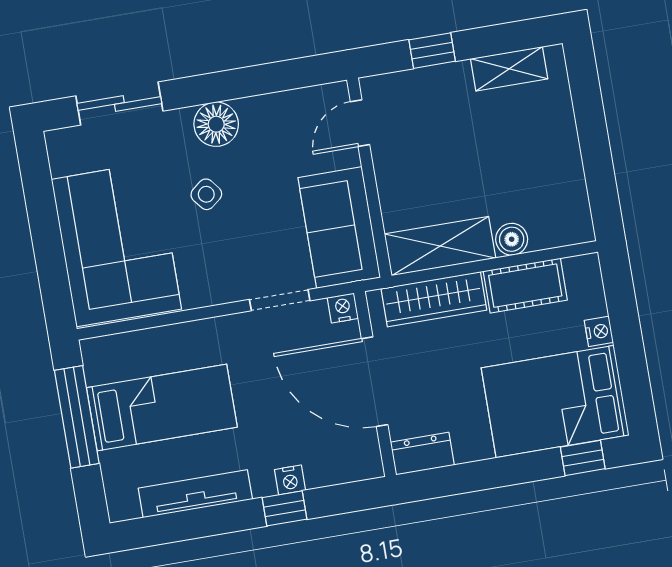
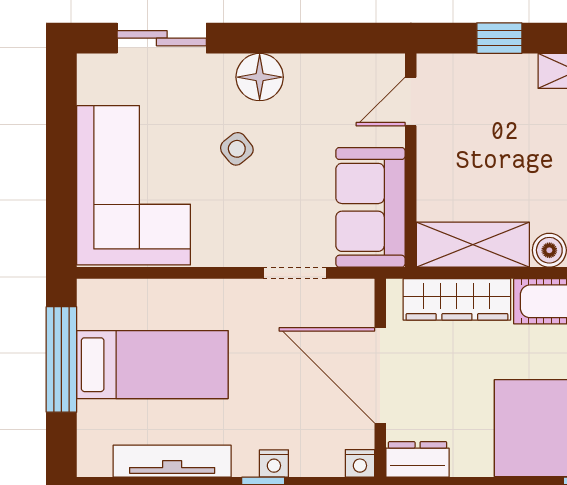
nightstand: (343, 308) -> (360, 463), moved, turned 180

